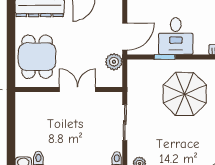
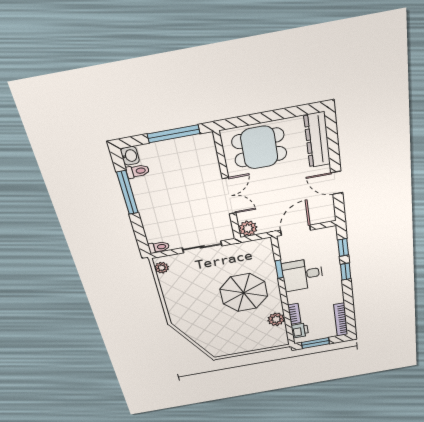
door: (125, 37) -> (296, 230), swing flipped
plant: (114, 62) -> (248, 228), moved
window: (11, 124) -> (174, 134), added

